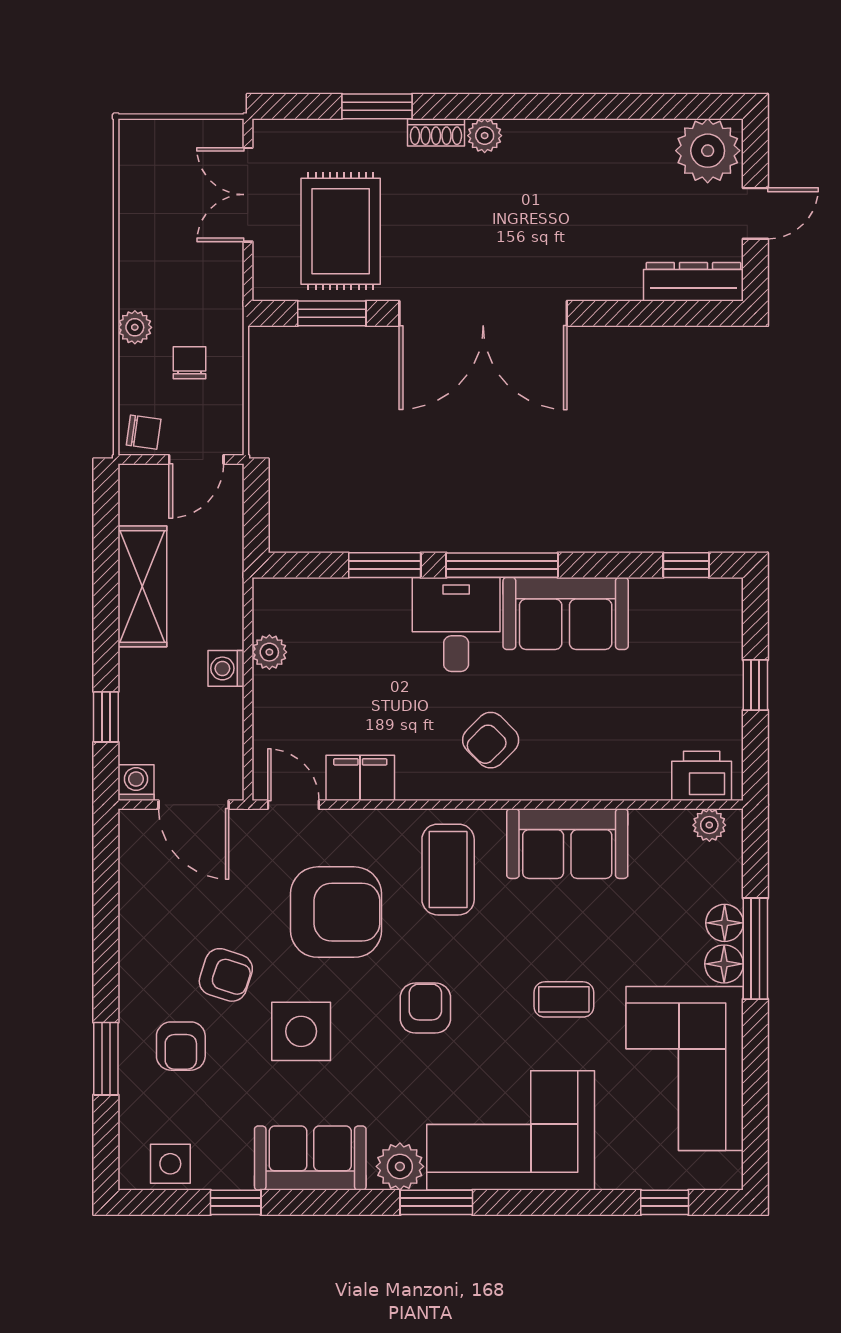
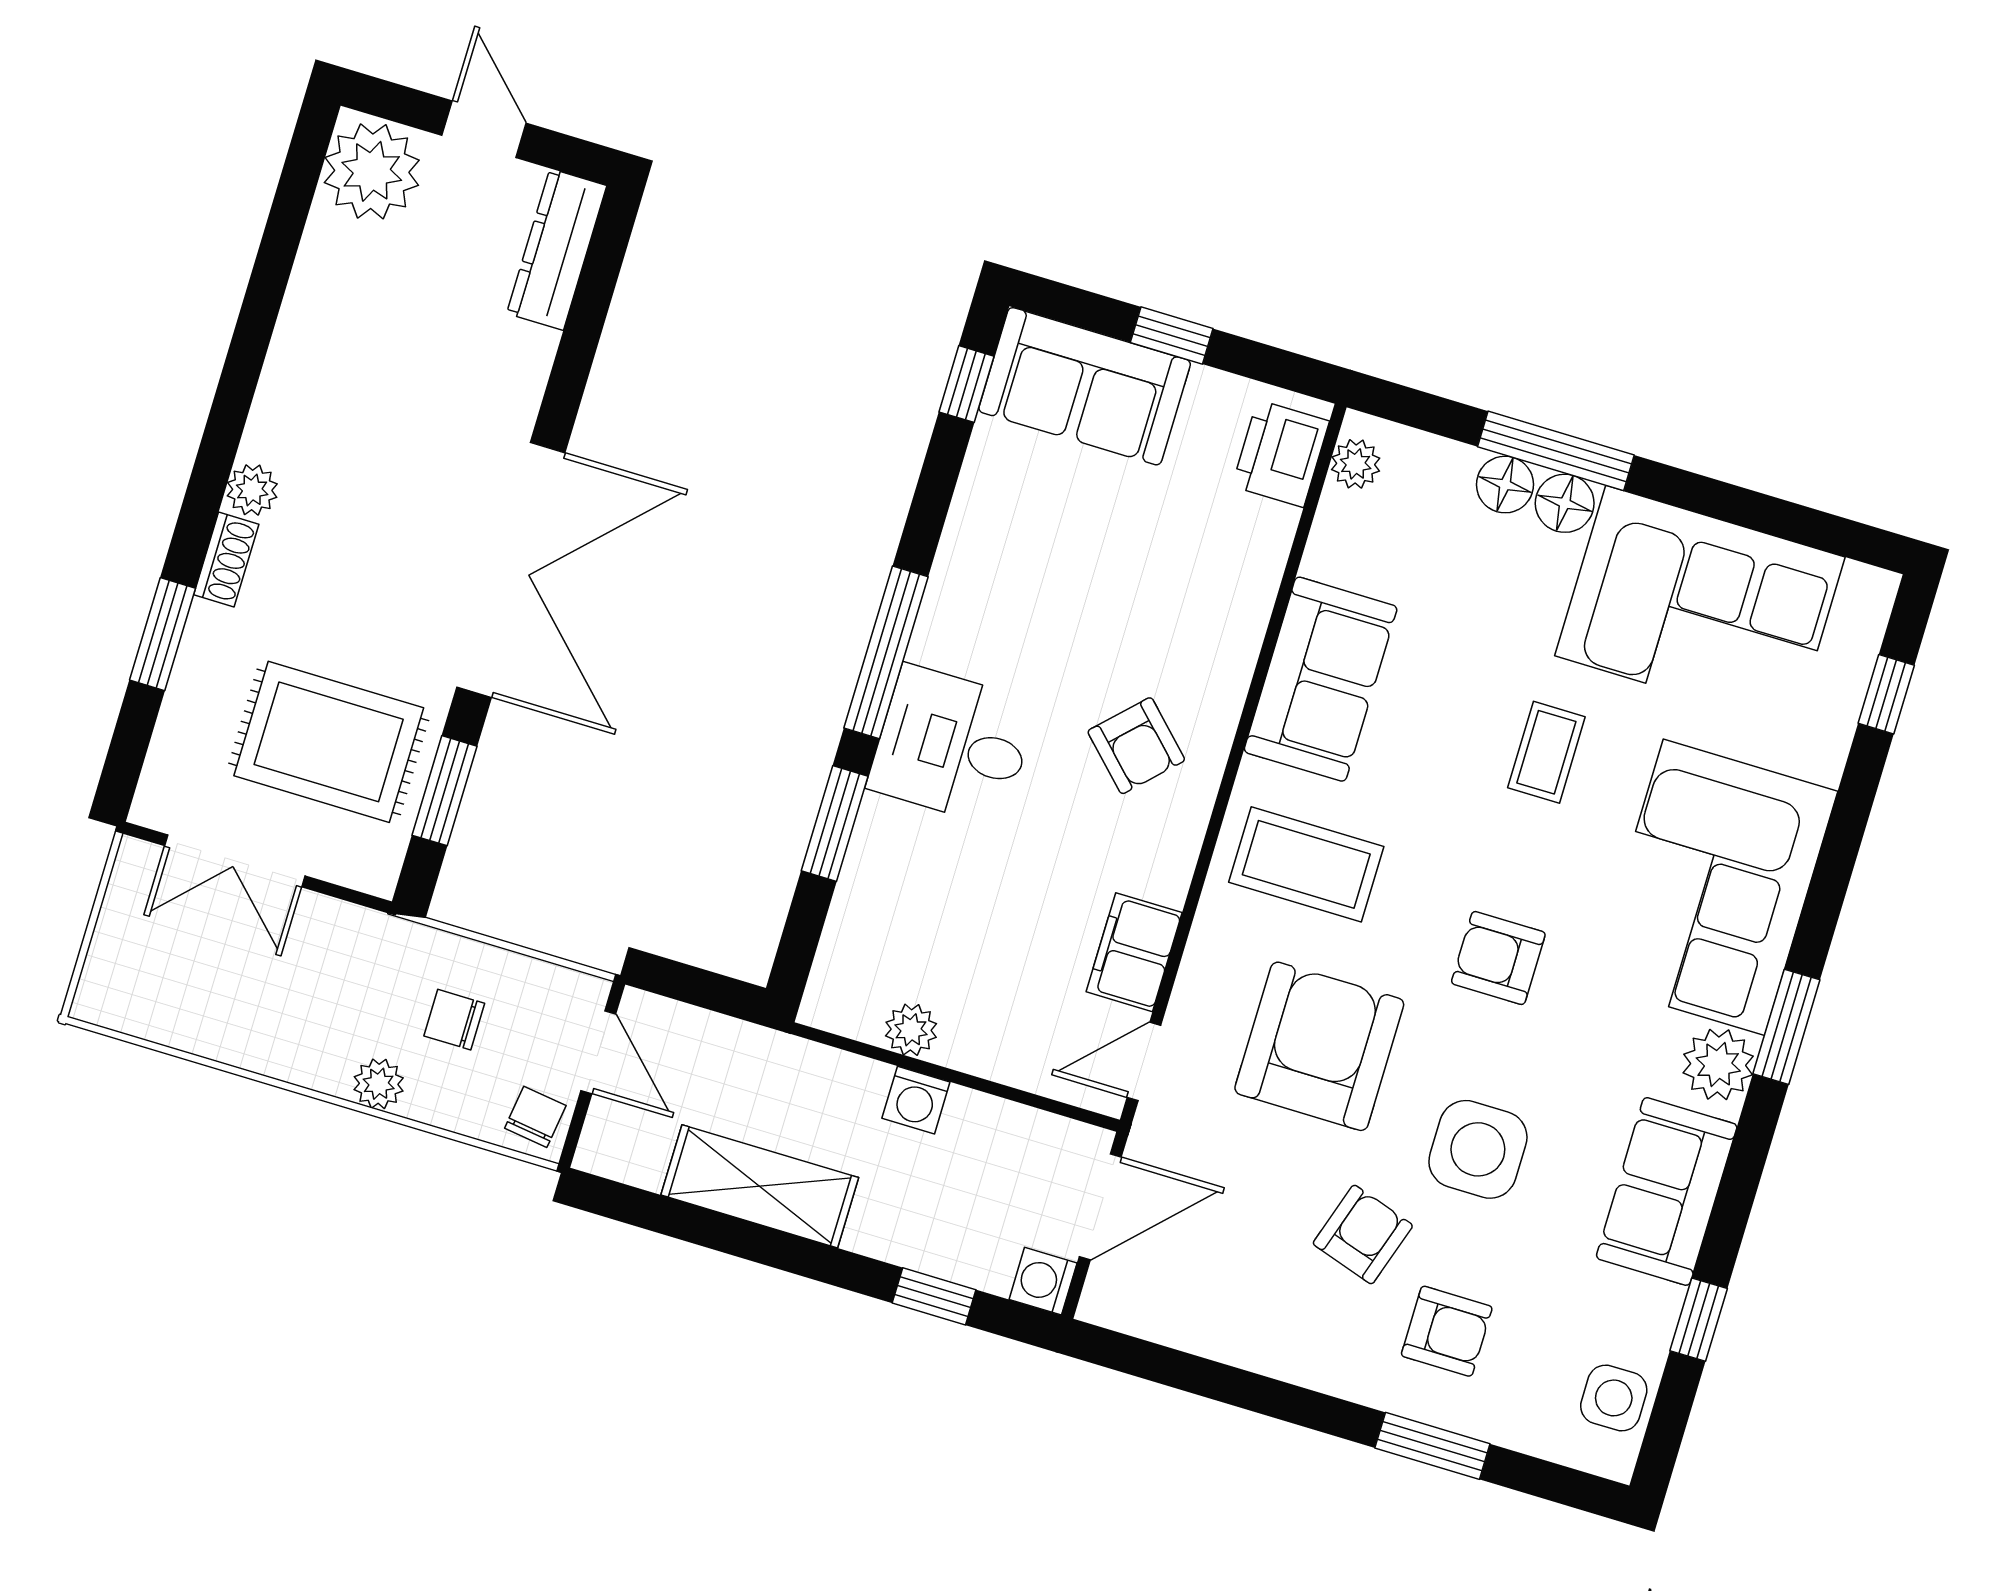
sofa: (566, 613) -> (1085, 386), moved, turned 90

